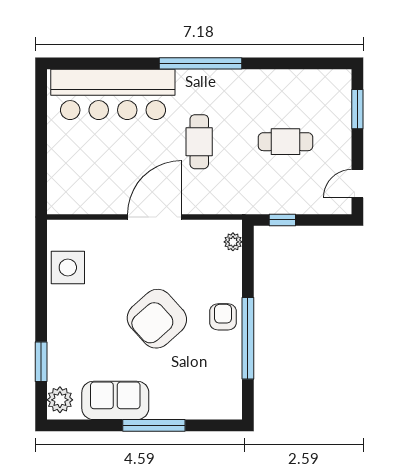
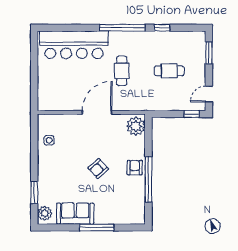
window: (273, 63) -> (162, 28), added
window: (282, 220) -> (192, 114), moved
plant: (233, 242) -> (136, 126), width x1.87, depth x1.87
side table: (68, 267) -> (49, 140), width x0.54, depth x0.54
armchair: (157, 319) -> (98, 169), width x0.53, depth x0.53

